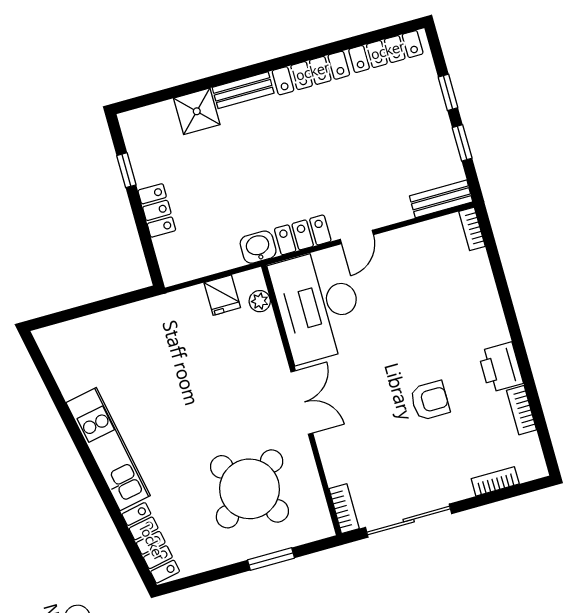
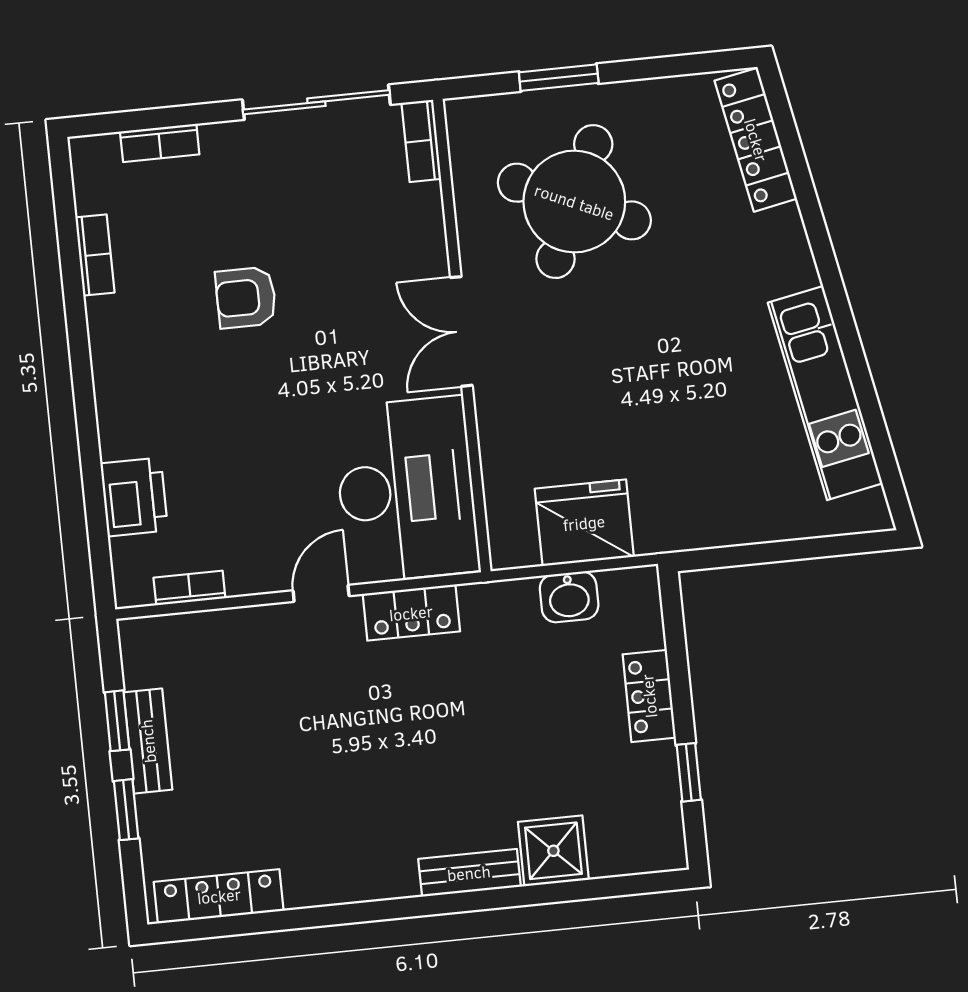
locker: (311, 73) -> (351, 882), removed
bench: (441, 199) -> (148, 741), moved, turned 90
bookcase: (472, 229) -> (189, 588), moved, turned -90
washbasin: (258, 247) -> (569, 597), moved
fridge: (222, 295) -> (584, 523), width x1.88, depth x1.34
plant: (260, 301) -> (503, 514), removed
printer: (501, 367) -> (134, 497), moved
kitchen unit: (108, 449) -> (825, 393), moved
round table: (250, 489) -> (574, 202), turned -30

